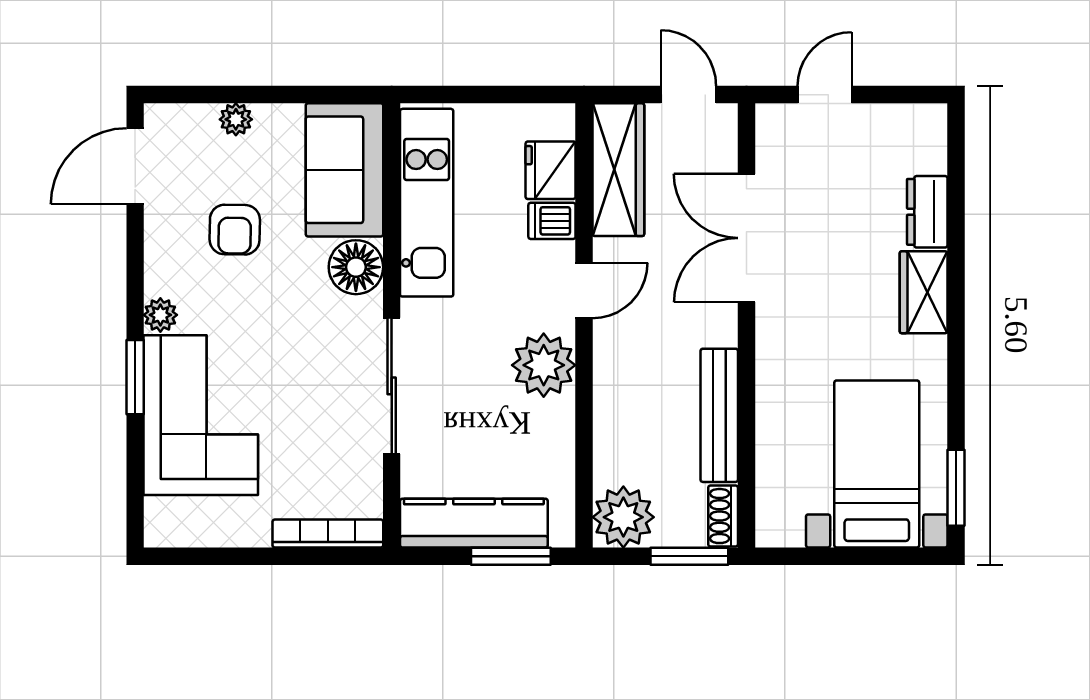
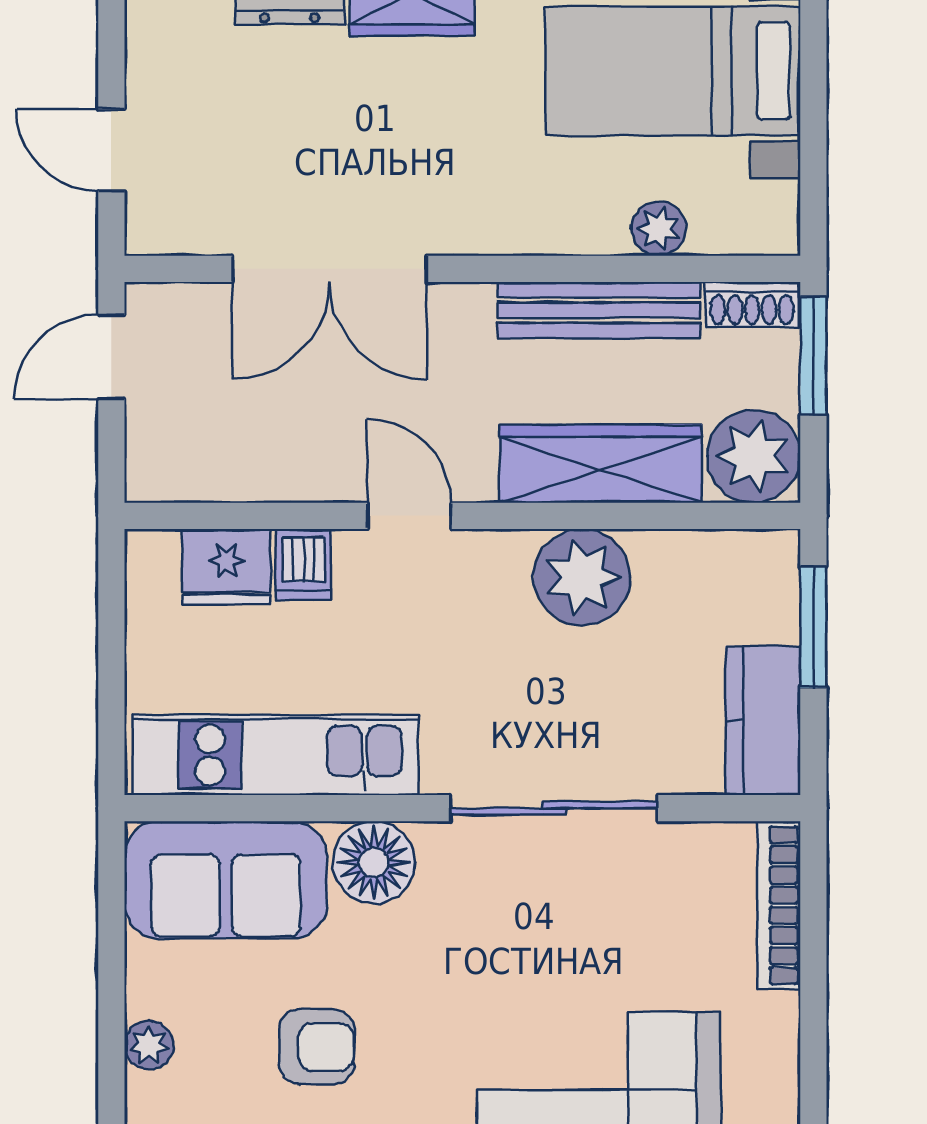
wardrobe: (618, 170) -> (601, 464), moved
plant: (544, 365) -> (582, 577), moved
plant: (773, 455) -> (659, 229), added
kitchen counter: (474, 523) -> (763, 721), width x0.67

